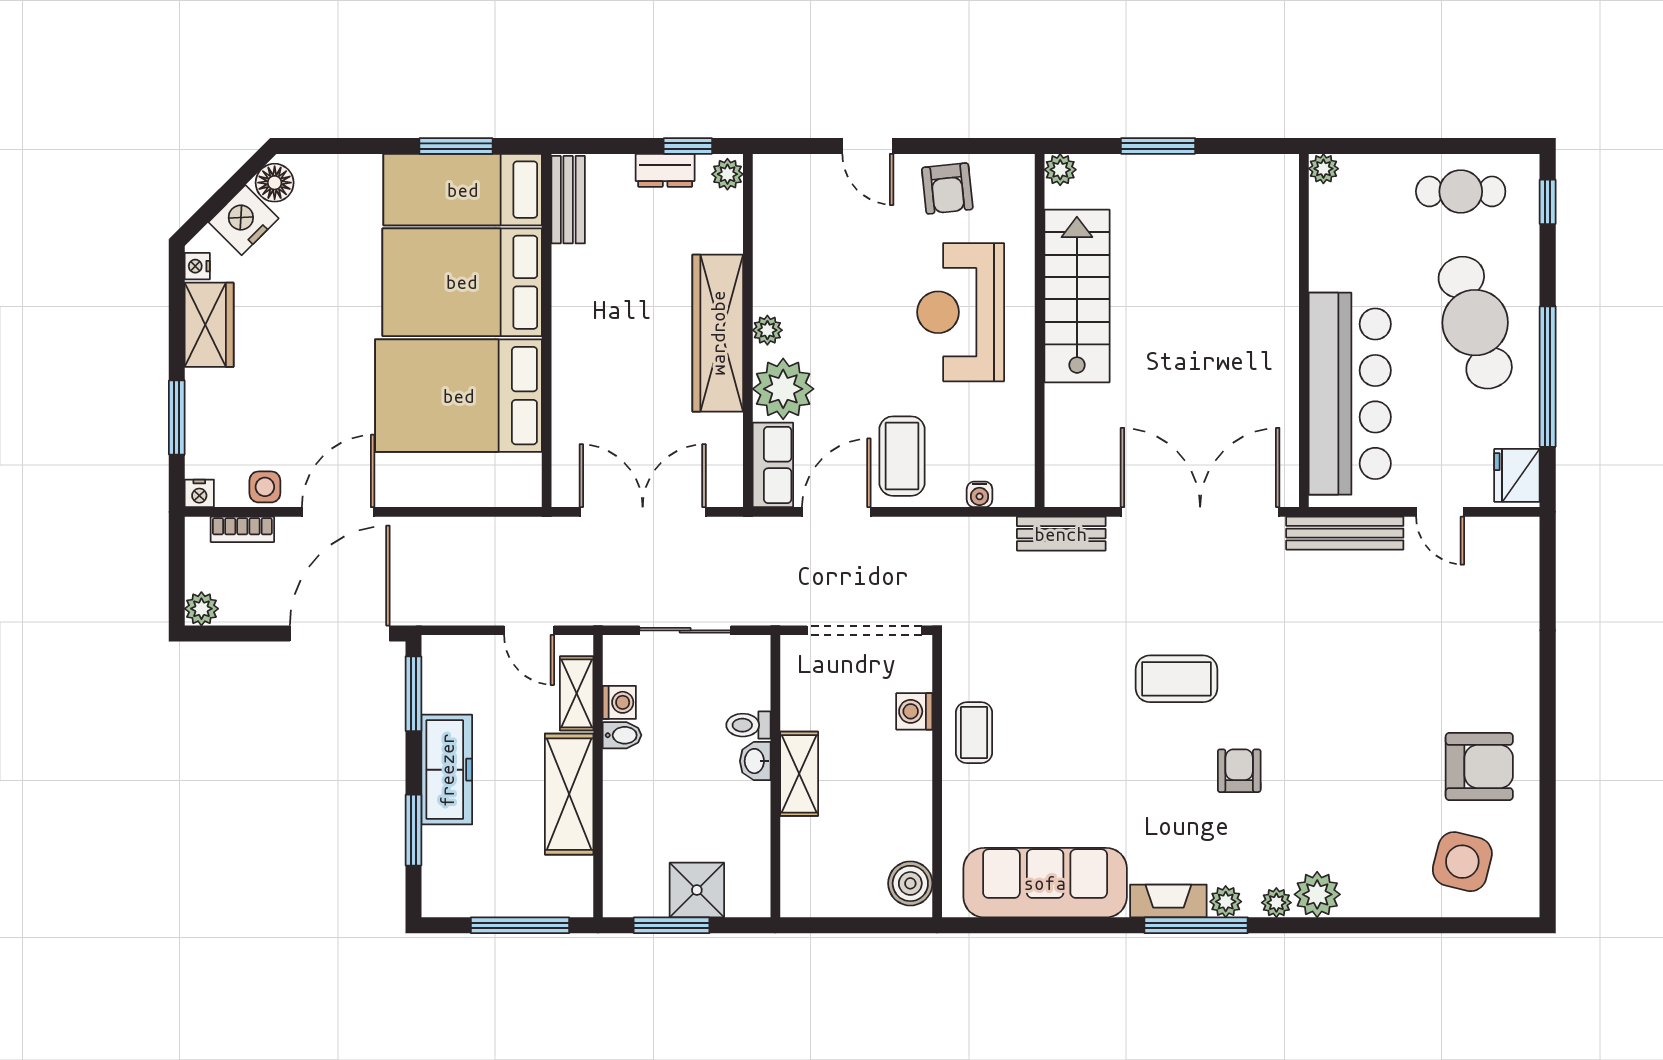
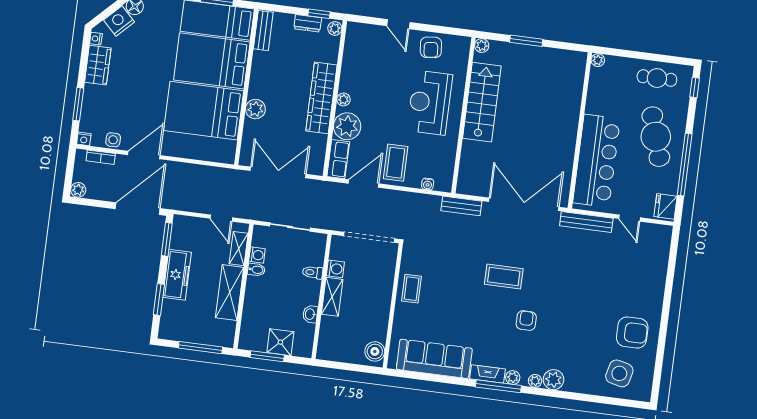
plant: (574, 377) -> (255, 109), added
washing machine: (914, 711) -> (335, 269), moved, turned 180
washbasin: (755, 761) -> (310, 314), moved

